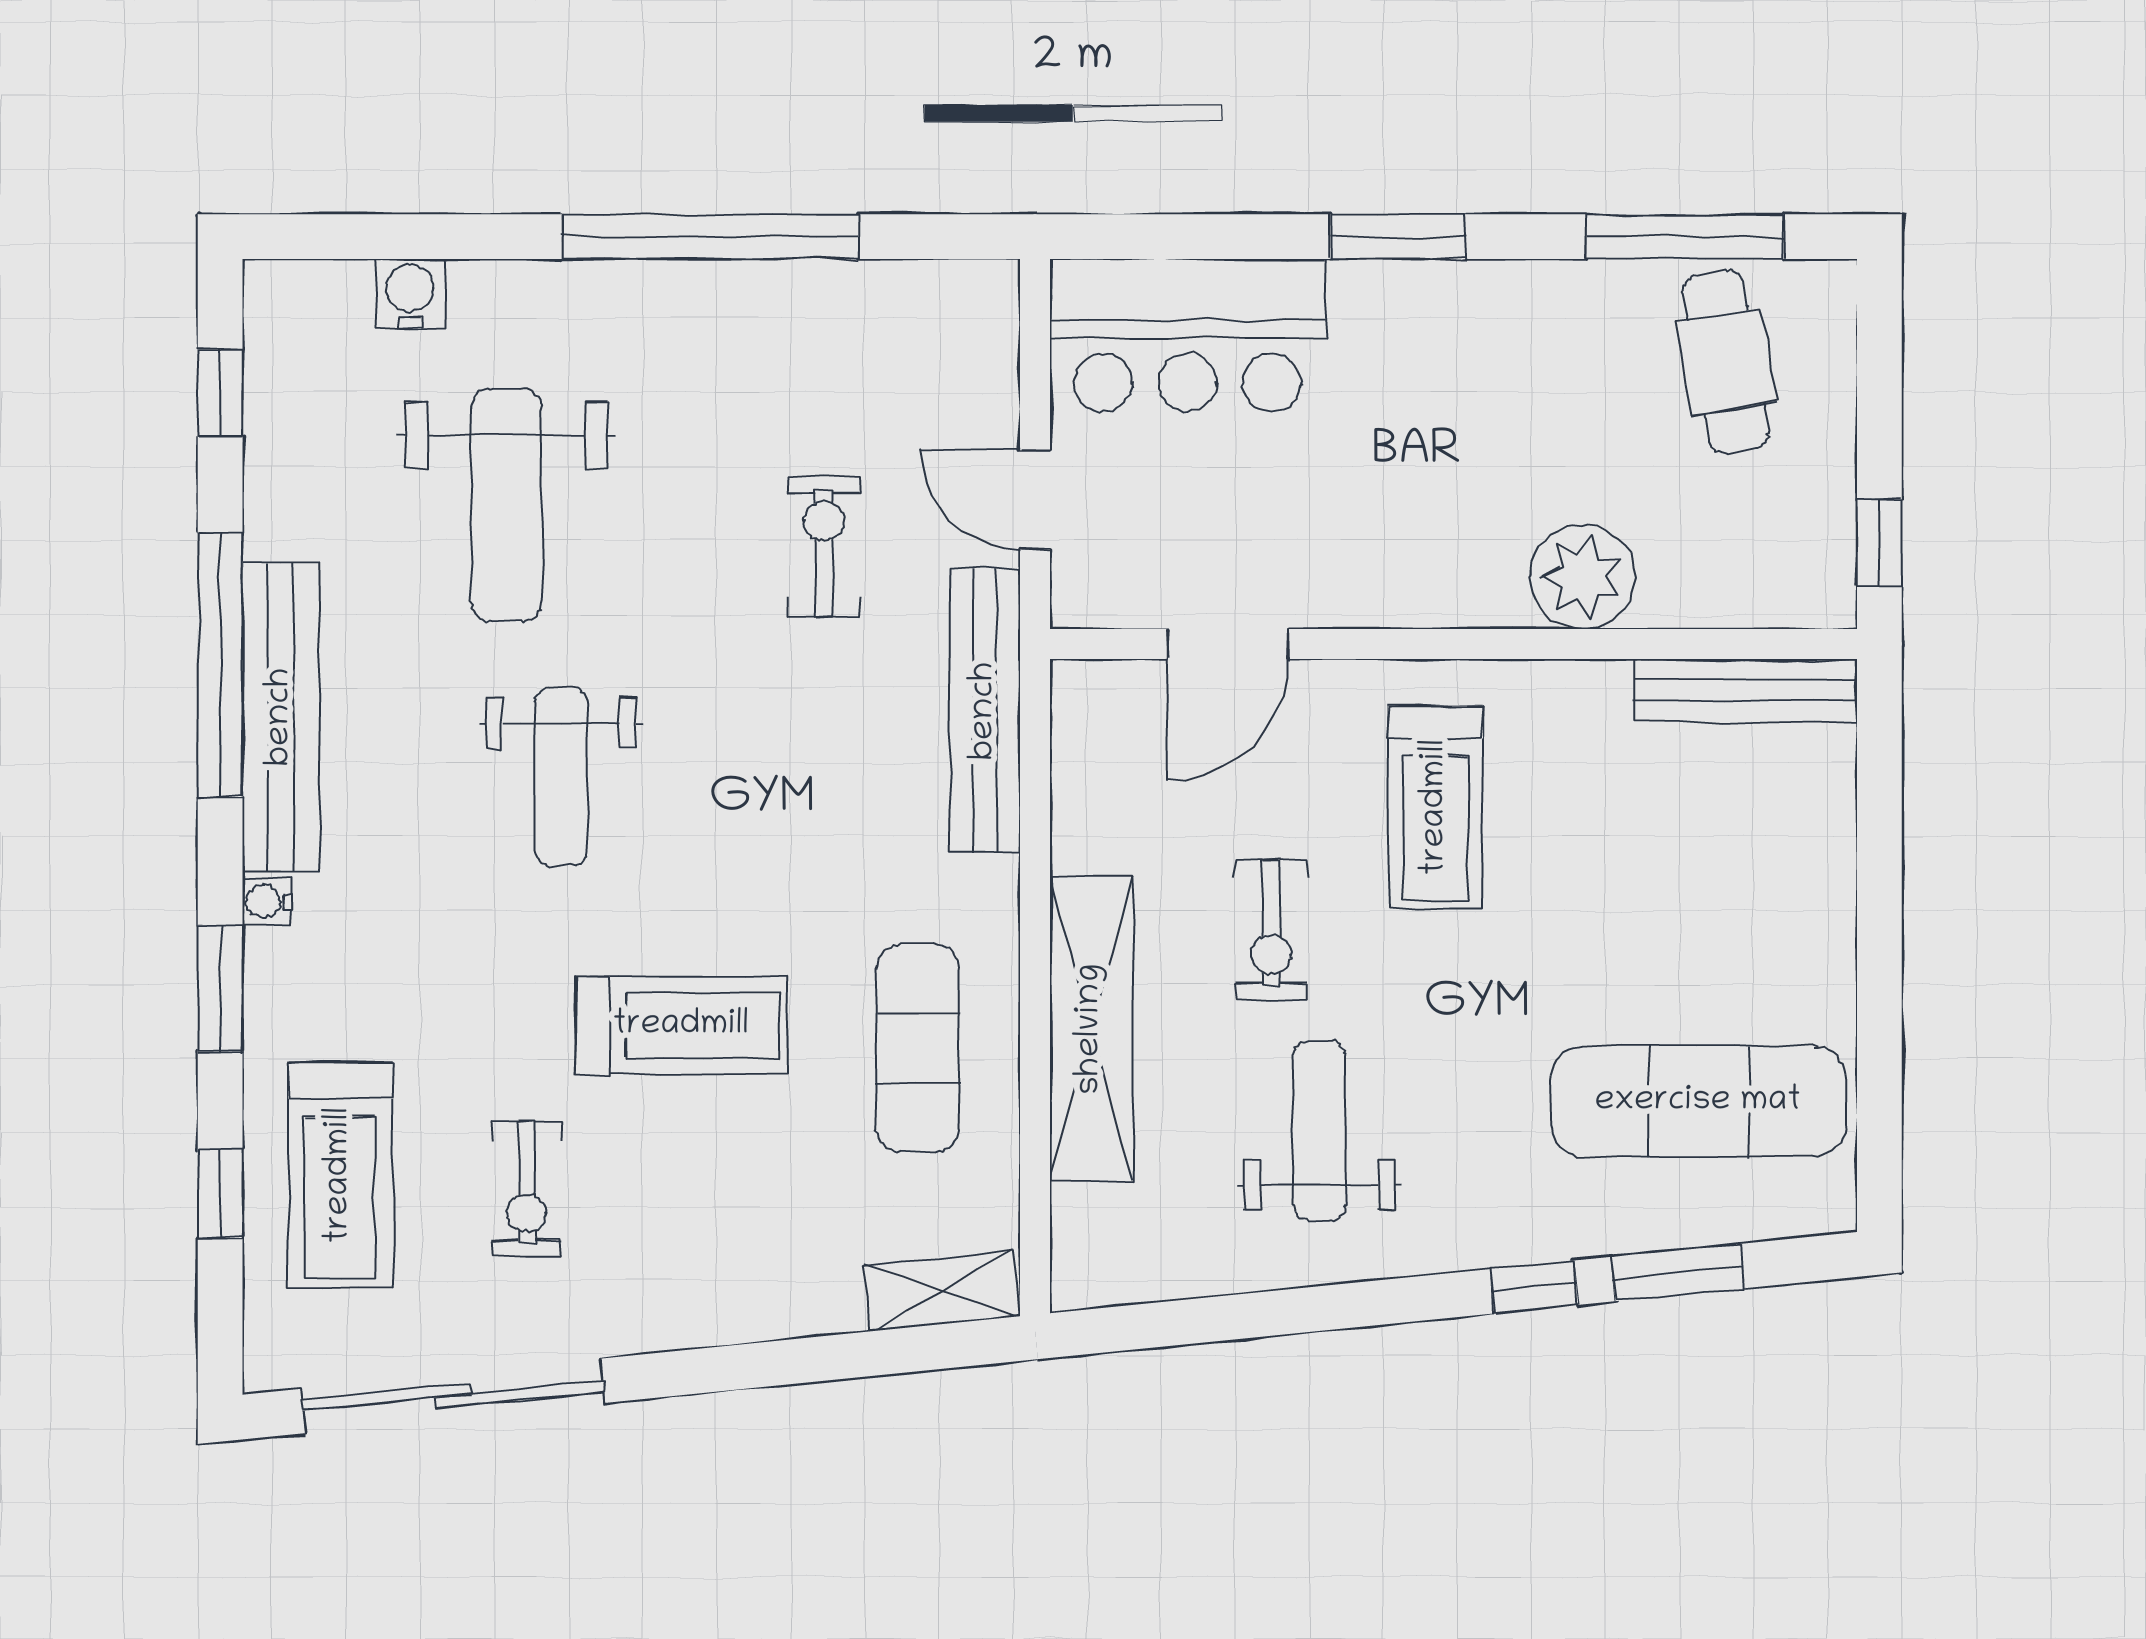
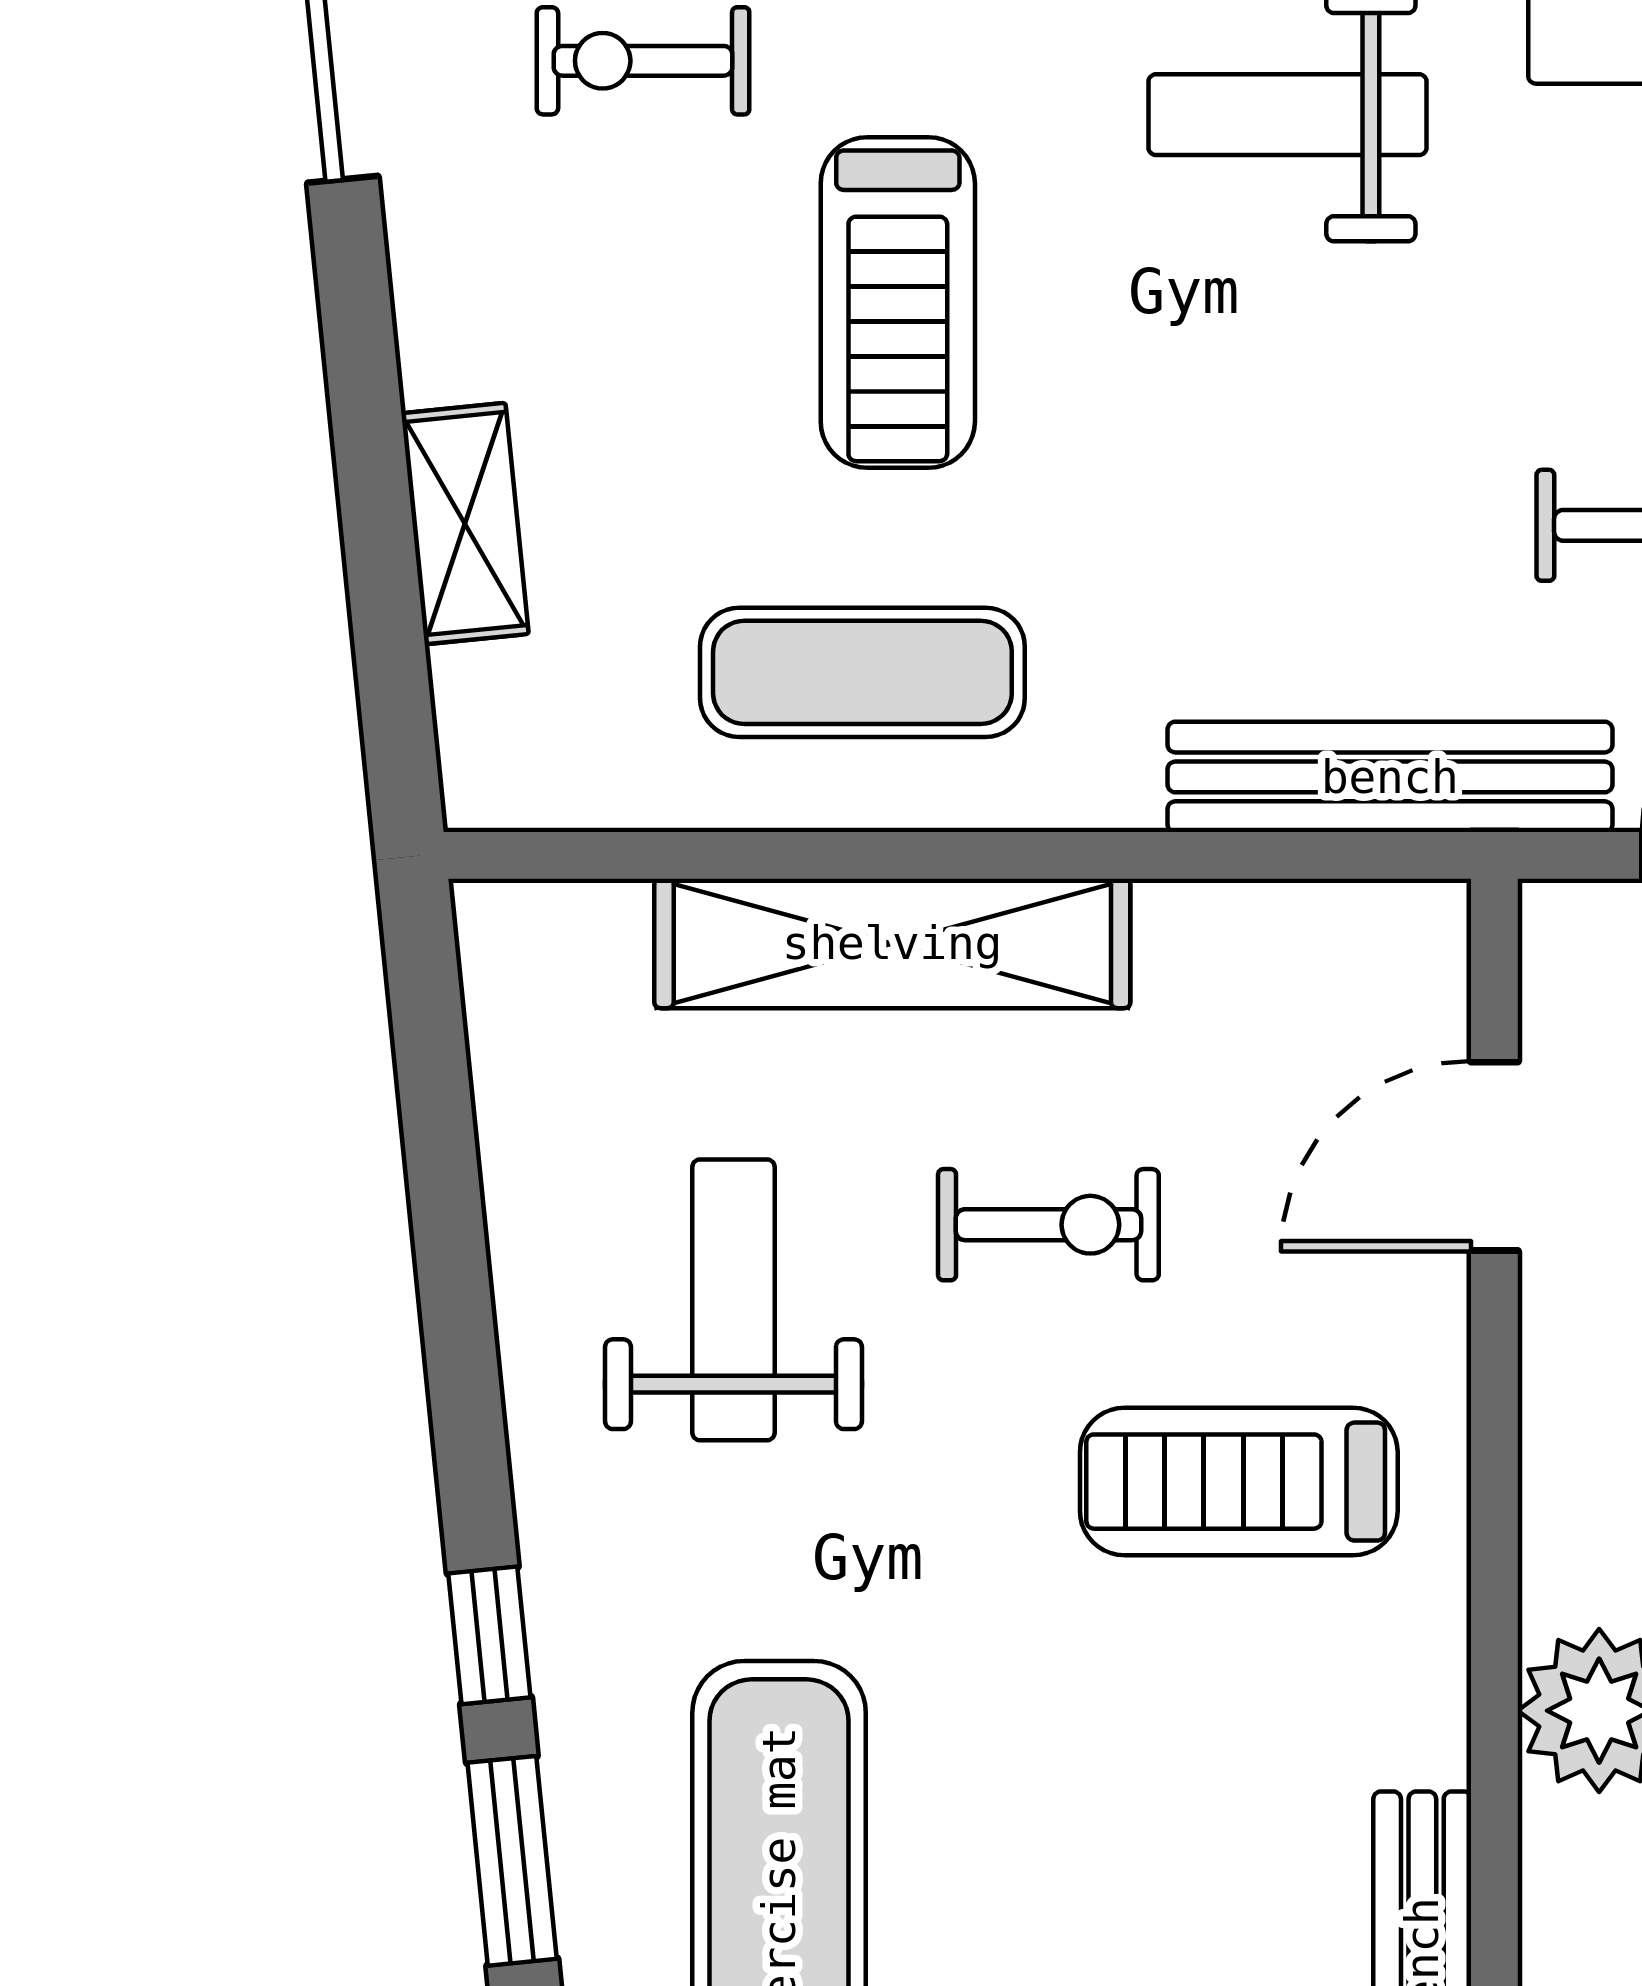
door: (1228, 644) -> (1494, 1156), hinge flipped
exercise bike: (1271, 929) -> (1048, 1225), turned 180
weight bench: (1319, 1131) -> (733, 1300), turned -90
shelving: (941, 1291) -> (465, 524), moved

